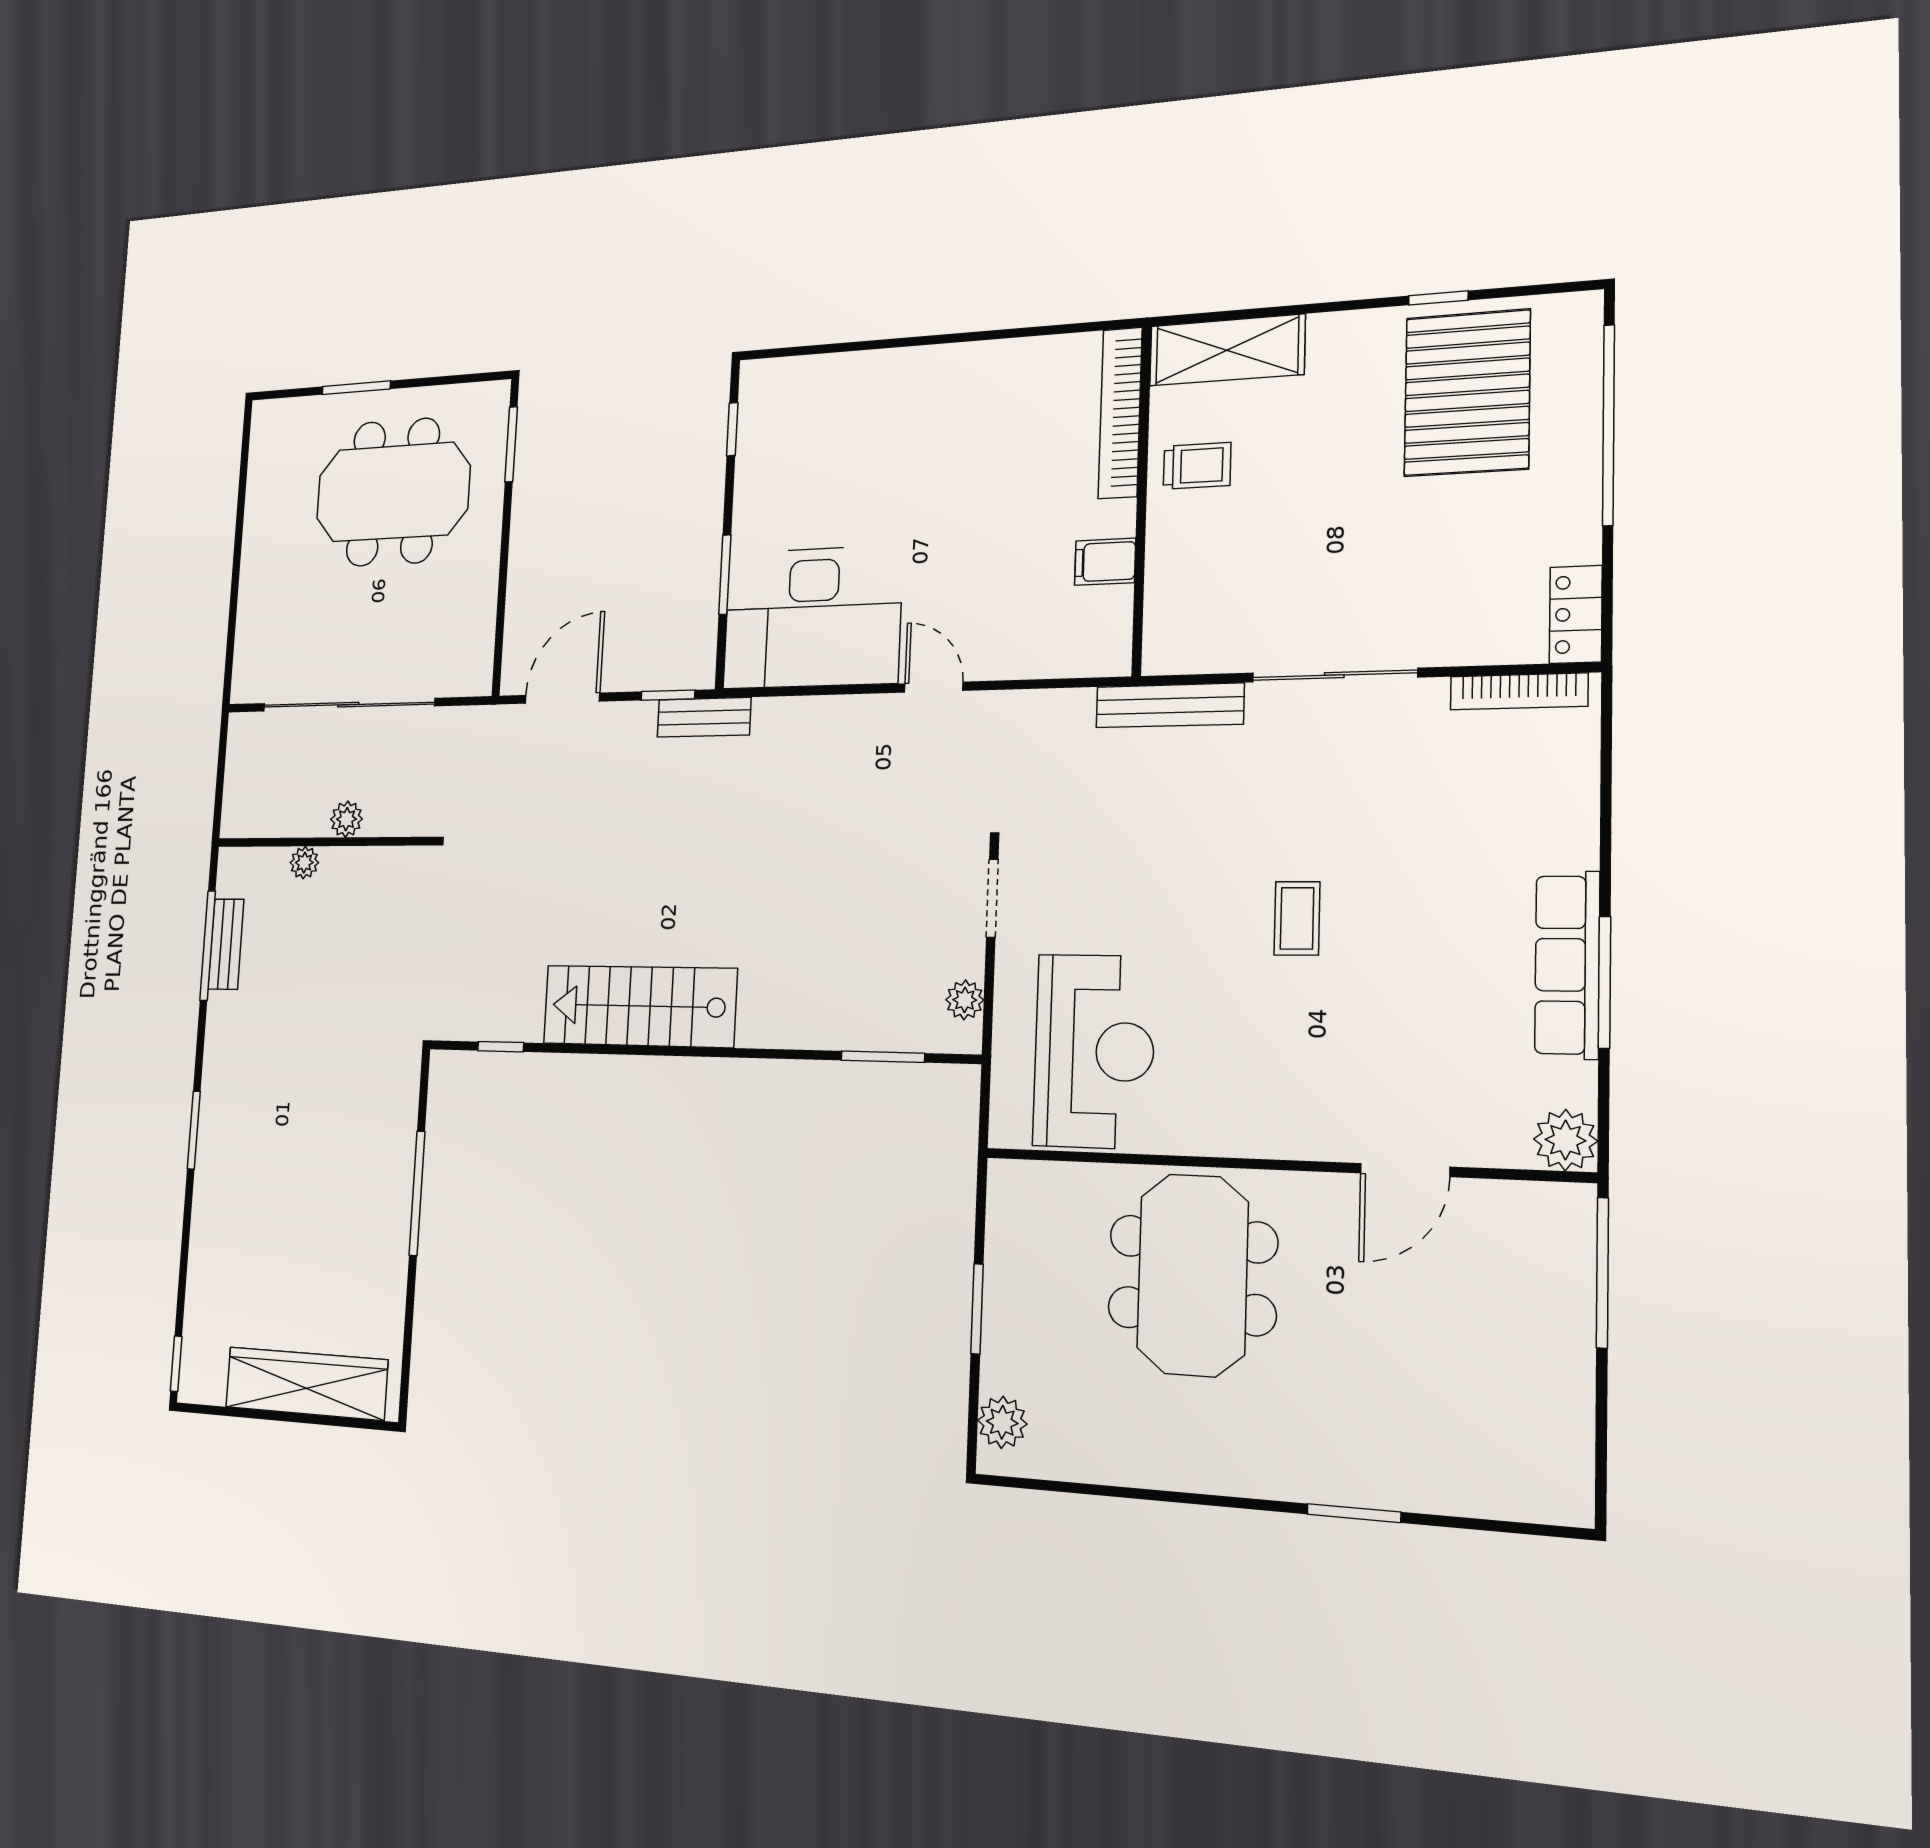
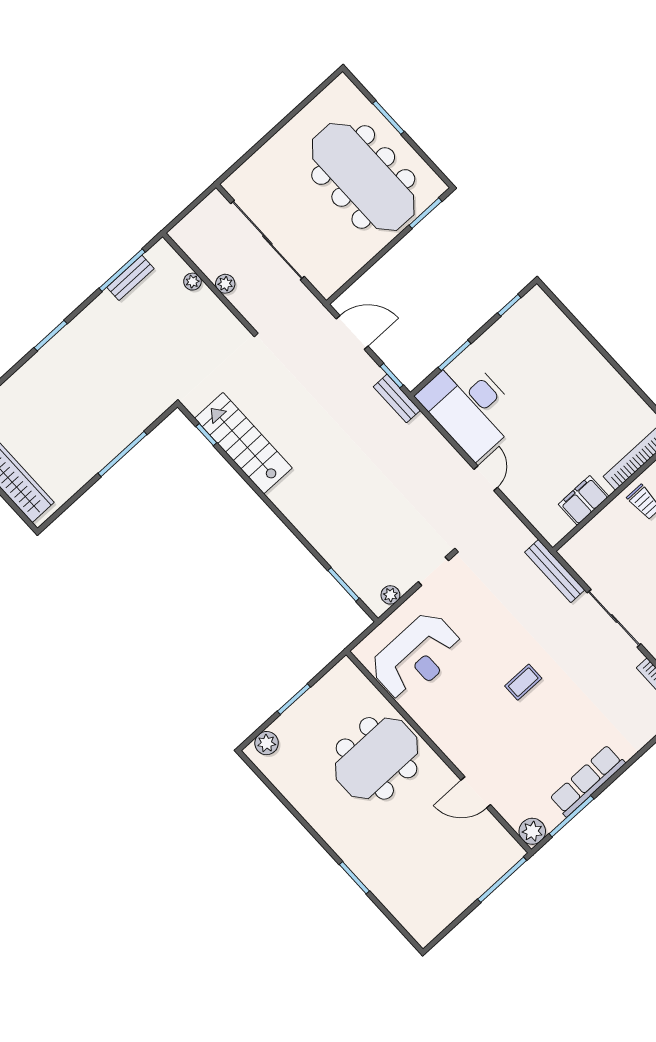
meeting table: (393, 492) -> (363, 177), width x1.36
filing cabinet: (1105, 562) -> (584, 500), width x2.00
window: (1605, 982) -> (571, 816), moved
stairs: (639, 1006) -> (243, 443), moved

